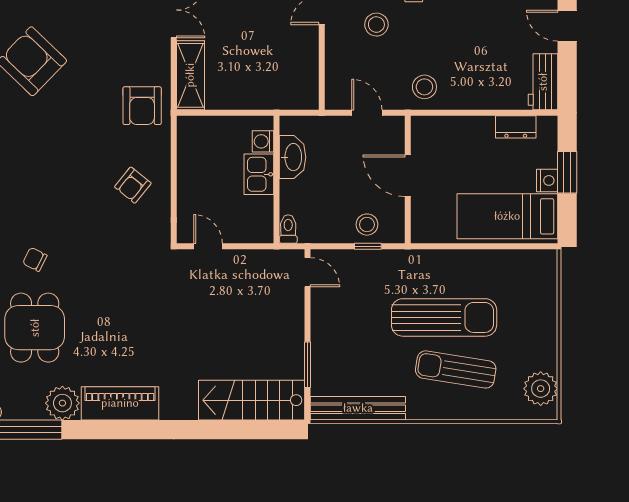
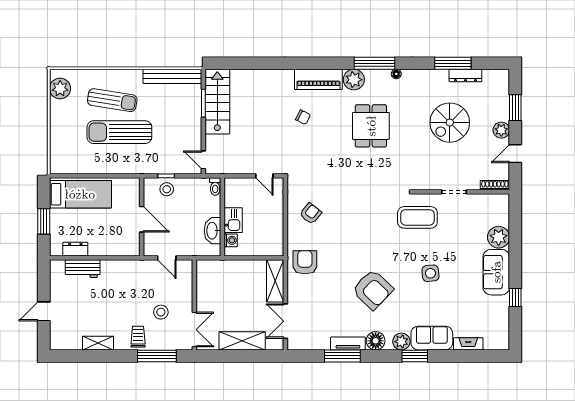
door: (567, 26) -> (44, 311), swing flipped
workbench: (543, 82) -> (83, 269), moved, turned 90
stool: (424, 87) -> (131, 274), removed
nightstand: (547, 180) -> (56, 216), removed
chair: (35, 259) -> (303, 117), moved
stairs: (252, 400) -> (217, 102), moved, turned -90

